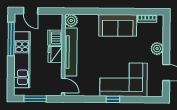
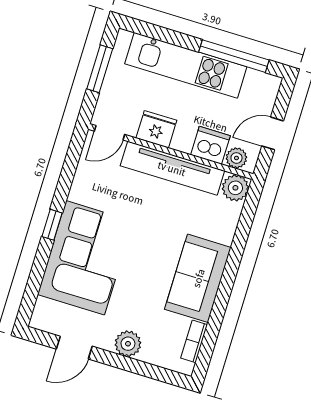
door: (31, 11) -> (273, 133), moved
plant: (57, 24) -> (236, 158), added
fridge: (55, 54) -> (156, 129), moved

